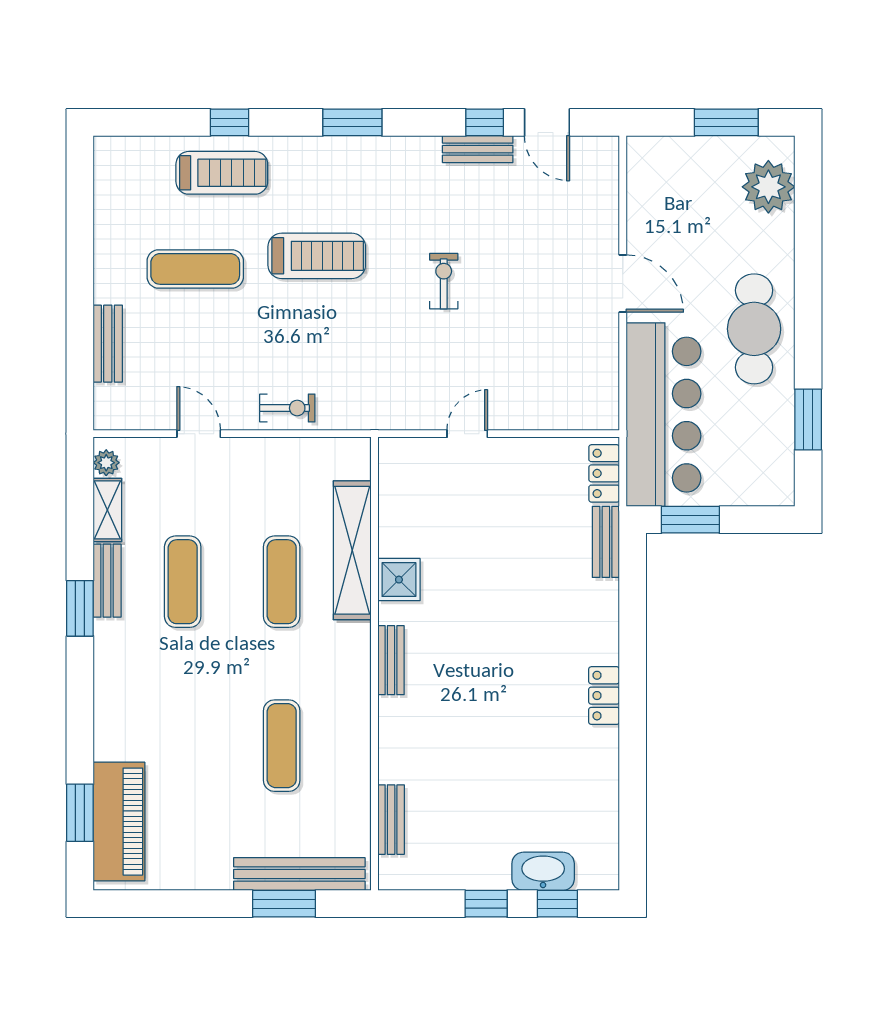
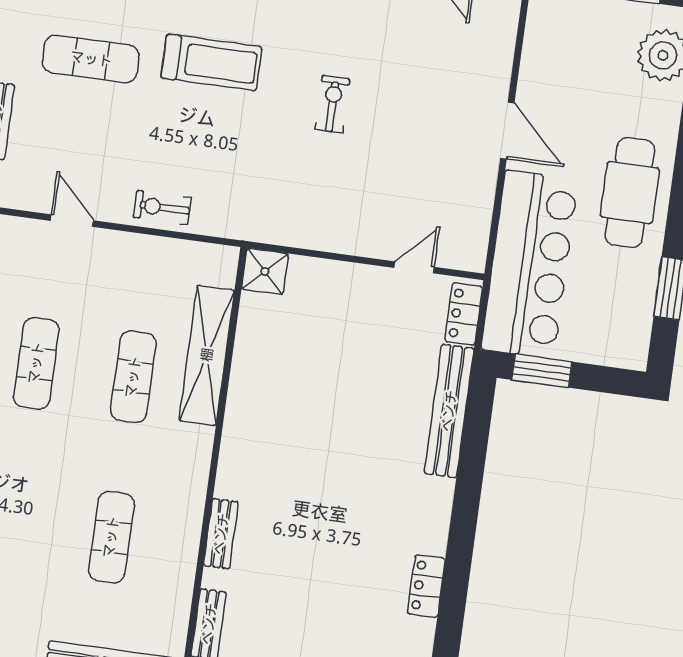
exercise bike: (287, 408) -> (162, 207), turned 180
door: (467, 434) -> (414, 267), moved
bench: (606, 542) -> (449, 411), width x1.86, depth x1.21
shower: (399, 580) -> (265, 271), moved
bench: (391, 660) -> (221, 534), moved
locker: (604, 696) -> (426, 586), moved

